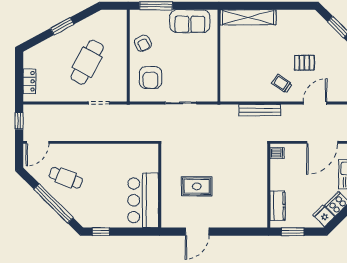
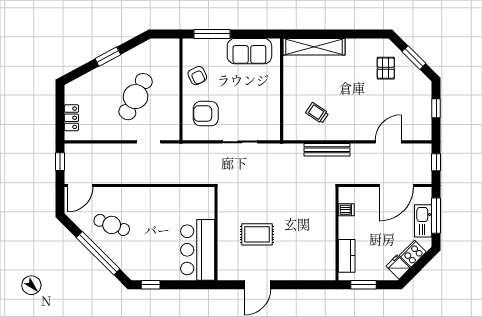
pallet: (304, 63) -> (386, 68), moved, turned 90
armchair: (150, 78) -> (206, 114), turned 90
trolley: (282, 84) -> (317, 113), moved
dishwasher: (277, 153) -> (346, 210), moved

